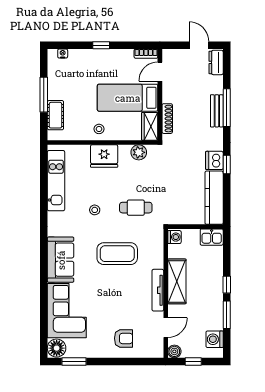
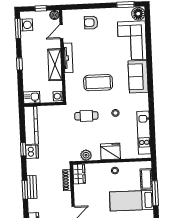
bed: (128, 98) -> (131, 201), moved, turned 180
window: (227, 108) -> (25, 190), width x0.69
window: (227, 315) -> (18, 28), moved

